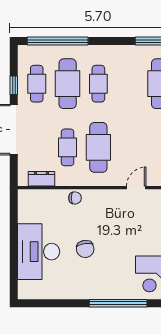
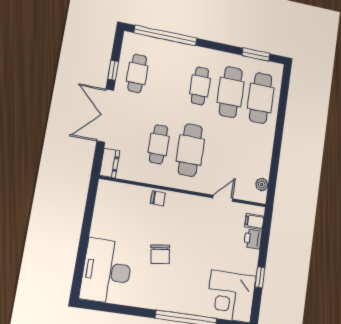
cafe table: (68, 84) -> (231, 92), moved
dresser: (41, 179) -> (110, 163), moved, turned 90
desk: (39, 252) -> (107, 271), moved

